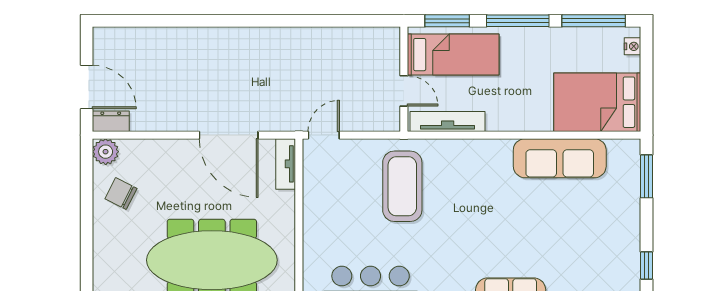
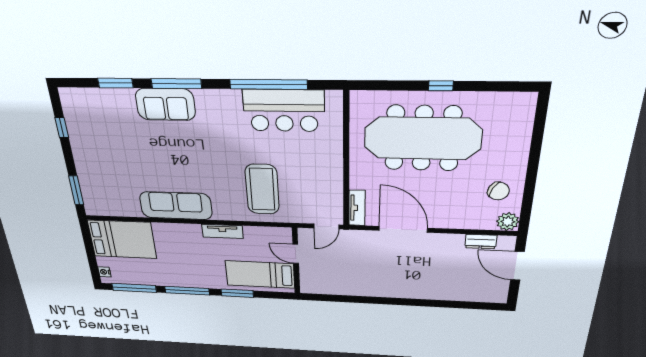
bed: (453, 55) -> (260, 274), moved
wall: (404, 79) -> (296, 261), moved
door: (404, 91) -> (296, 254), moved
dresser: (111, 121) -> (481, 242), moved
tv unit: (448, 121) -> (222, 231), width x0.71
sofa: (560, 158) -> (176, 206), moved

